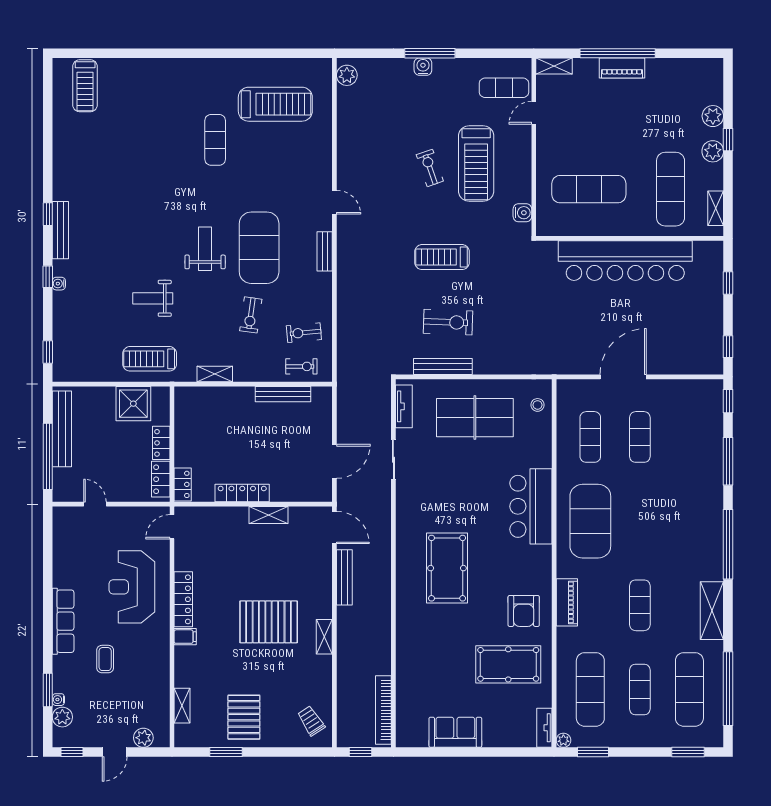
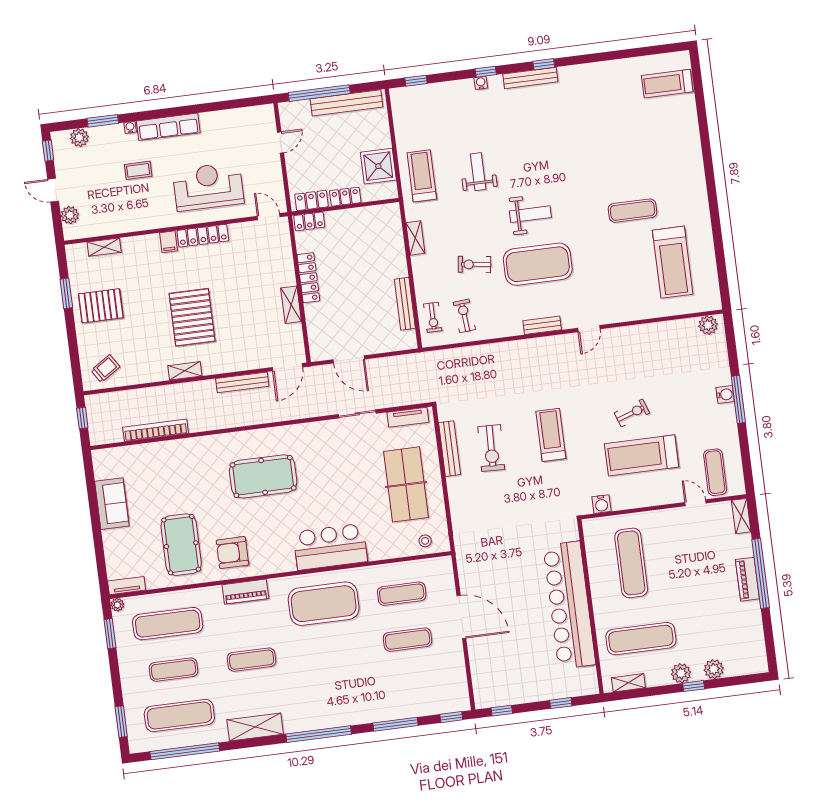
water cooler: (58, 700) -> (130, 127), moved
bookcase: (383, 710) -> (156, 430), moved

